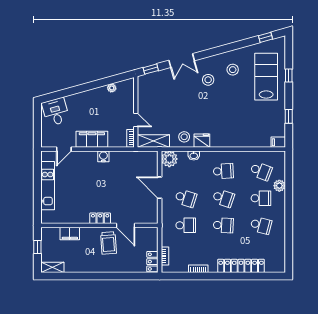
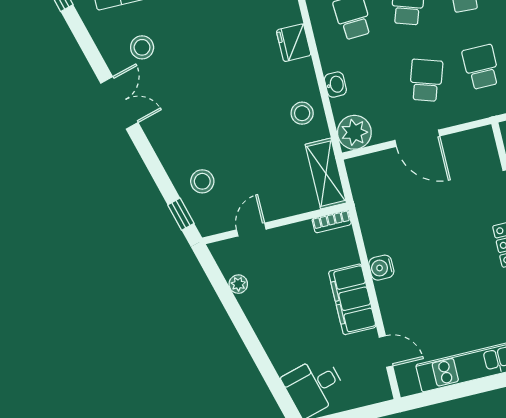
double door: (182, 61) -> (119, 103), moved
stool: (208, 80) -> (202, 181), moved
door: (136, 120) -> (251, 229), moved
fridge: (202, 141) -> (294, 43), moved
door: (160, 188) -> (417, 138), hinge flipped

